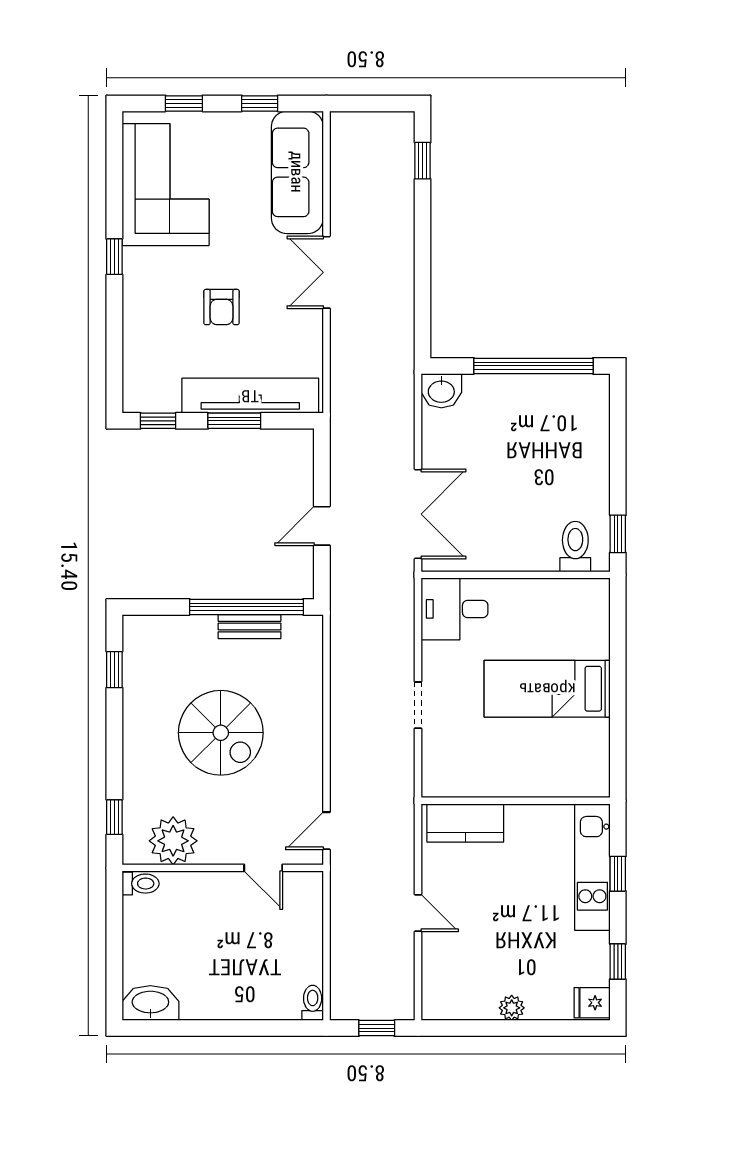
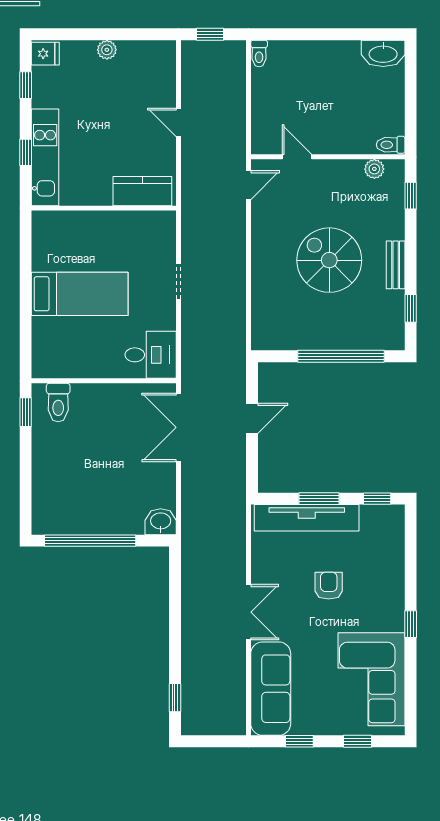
window: (246, 607) -> (341, 356), moved
bench: (250, 627) -> (396, 265), moved, turned 90
plant: (173, 841) -> (374, 169), width x0.53, depth x0.53

